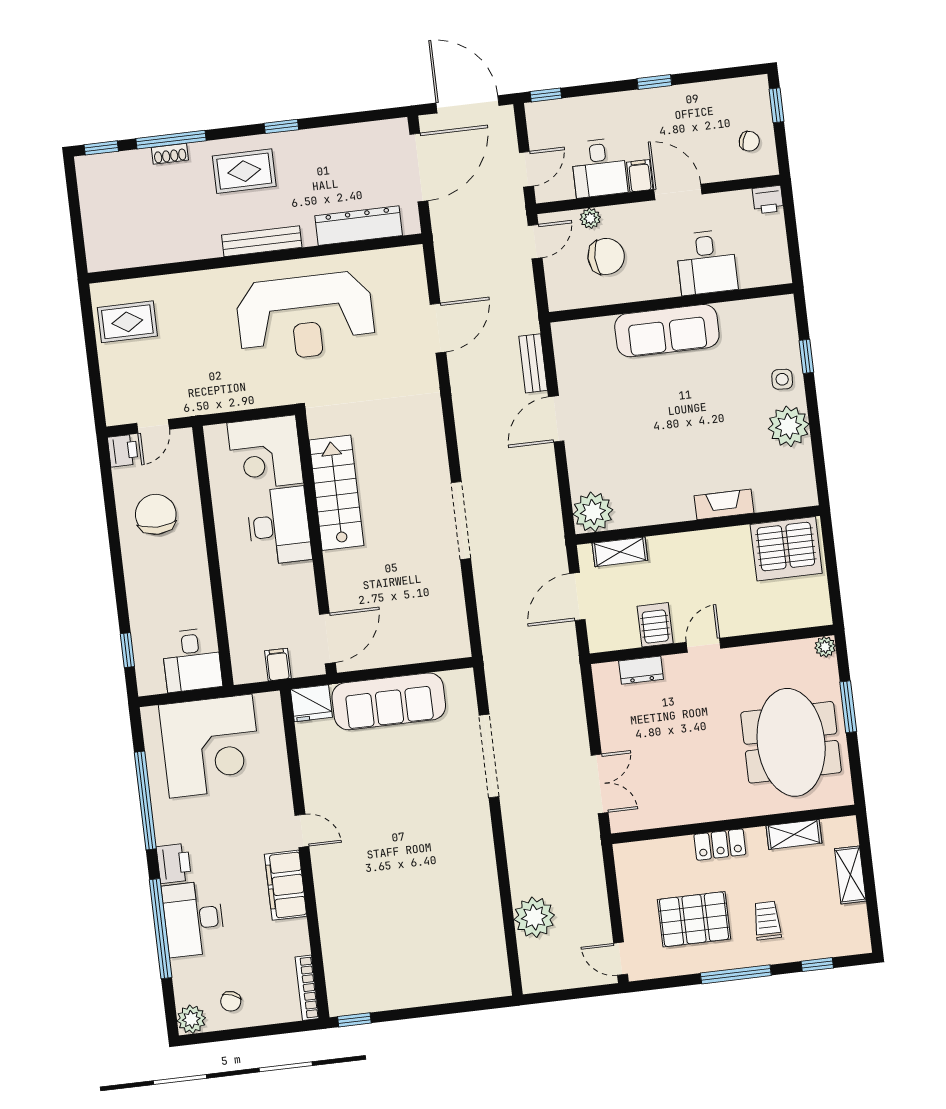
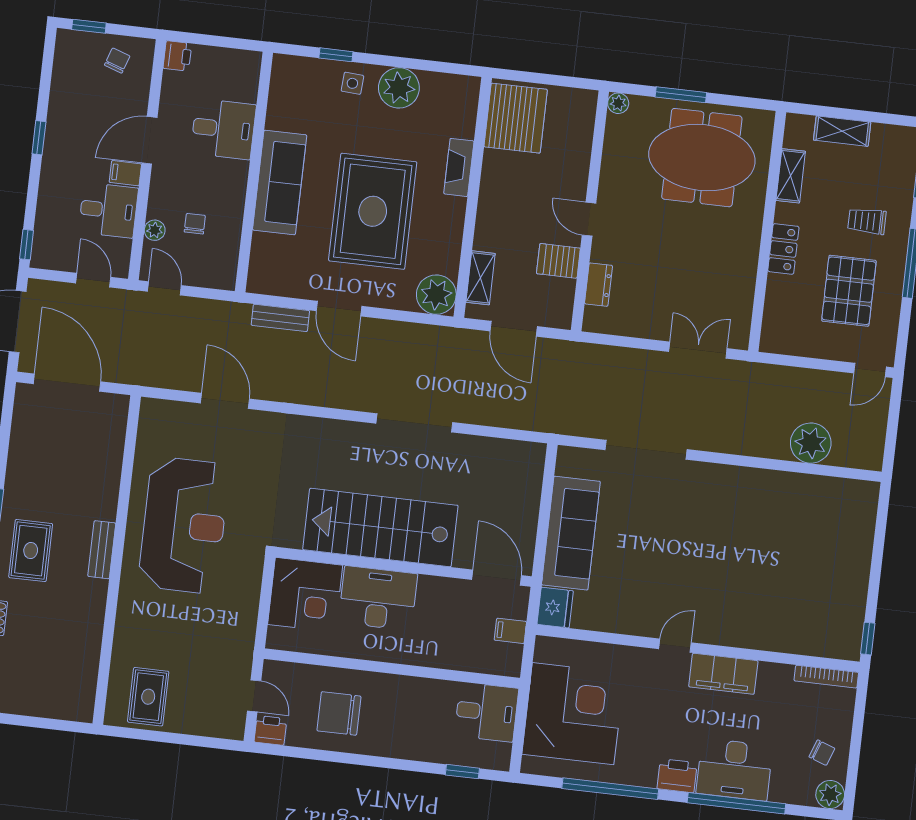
dresser: (359, 226) -> (109, 453), removed
bench: (262, 241) -> (102, 550), width x0.73
chair: (606, 256) -> (195, 224), width x0.54, depth x0.54
rug: (660, 429) -> (373, 211), added
stairs: (336, 493) -> (380, 527), width x1.36, depth x1.51

